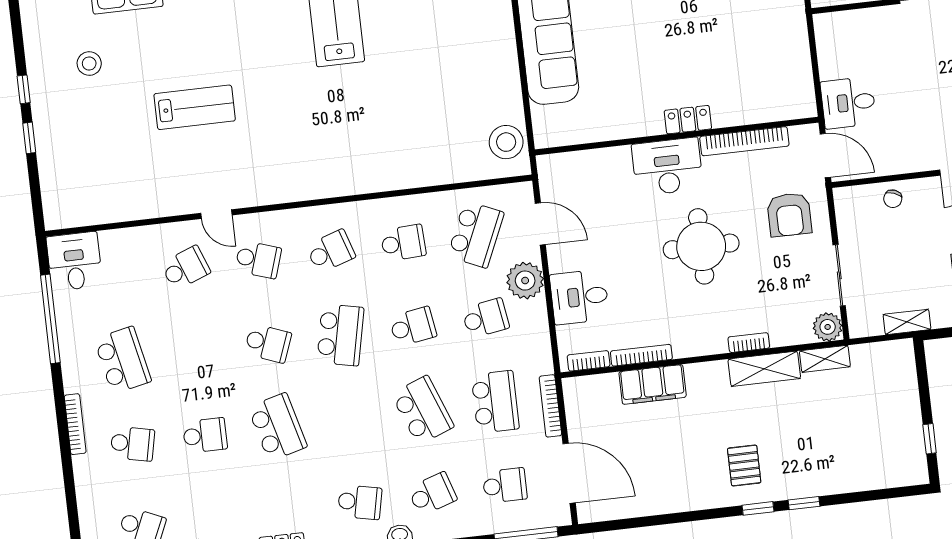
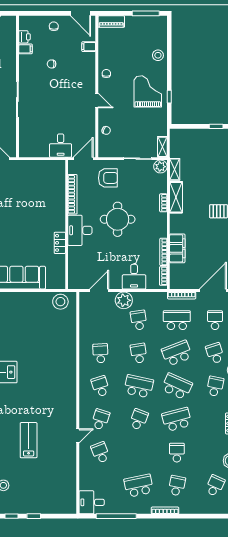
locker: (688, 120) -> (60, 243), moved
school desk: (476, 234) -> (177, 386), moved
shelving: (907, 322) -> (162, 147), moved

